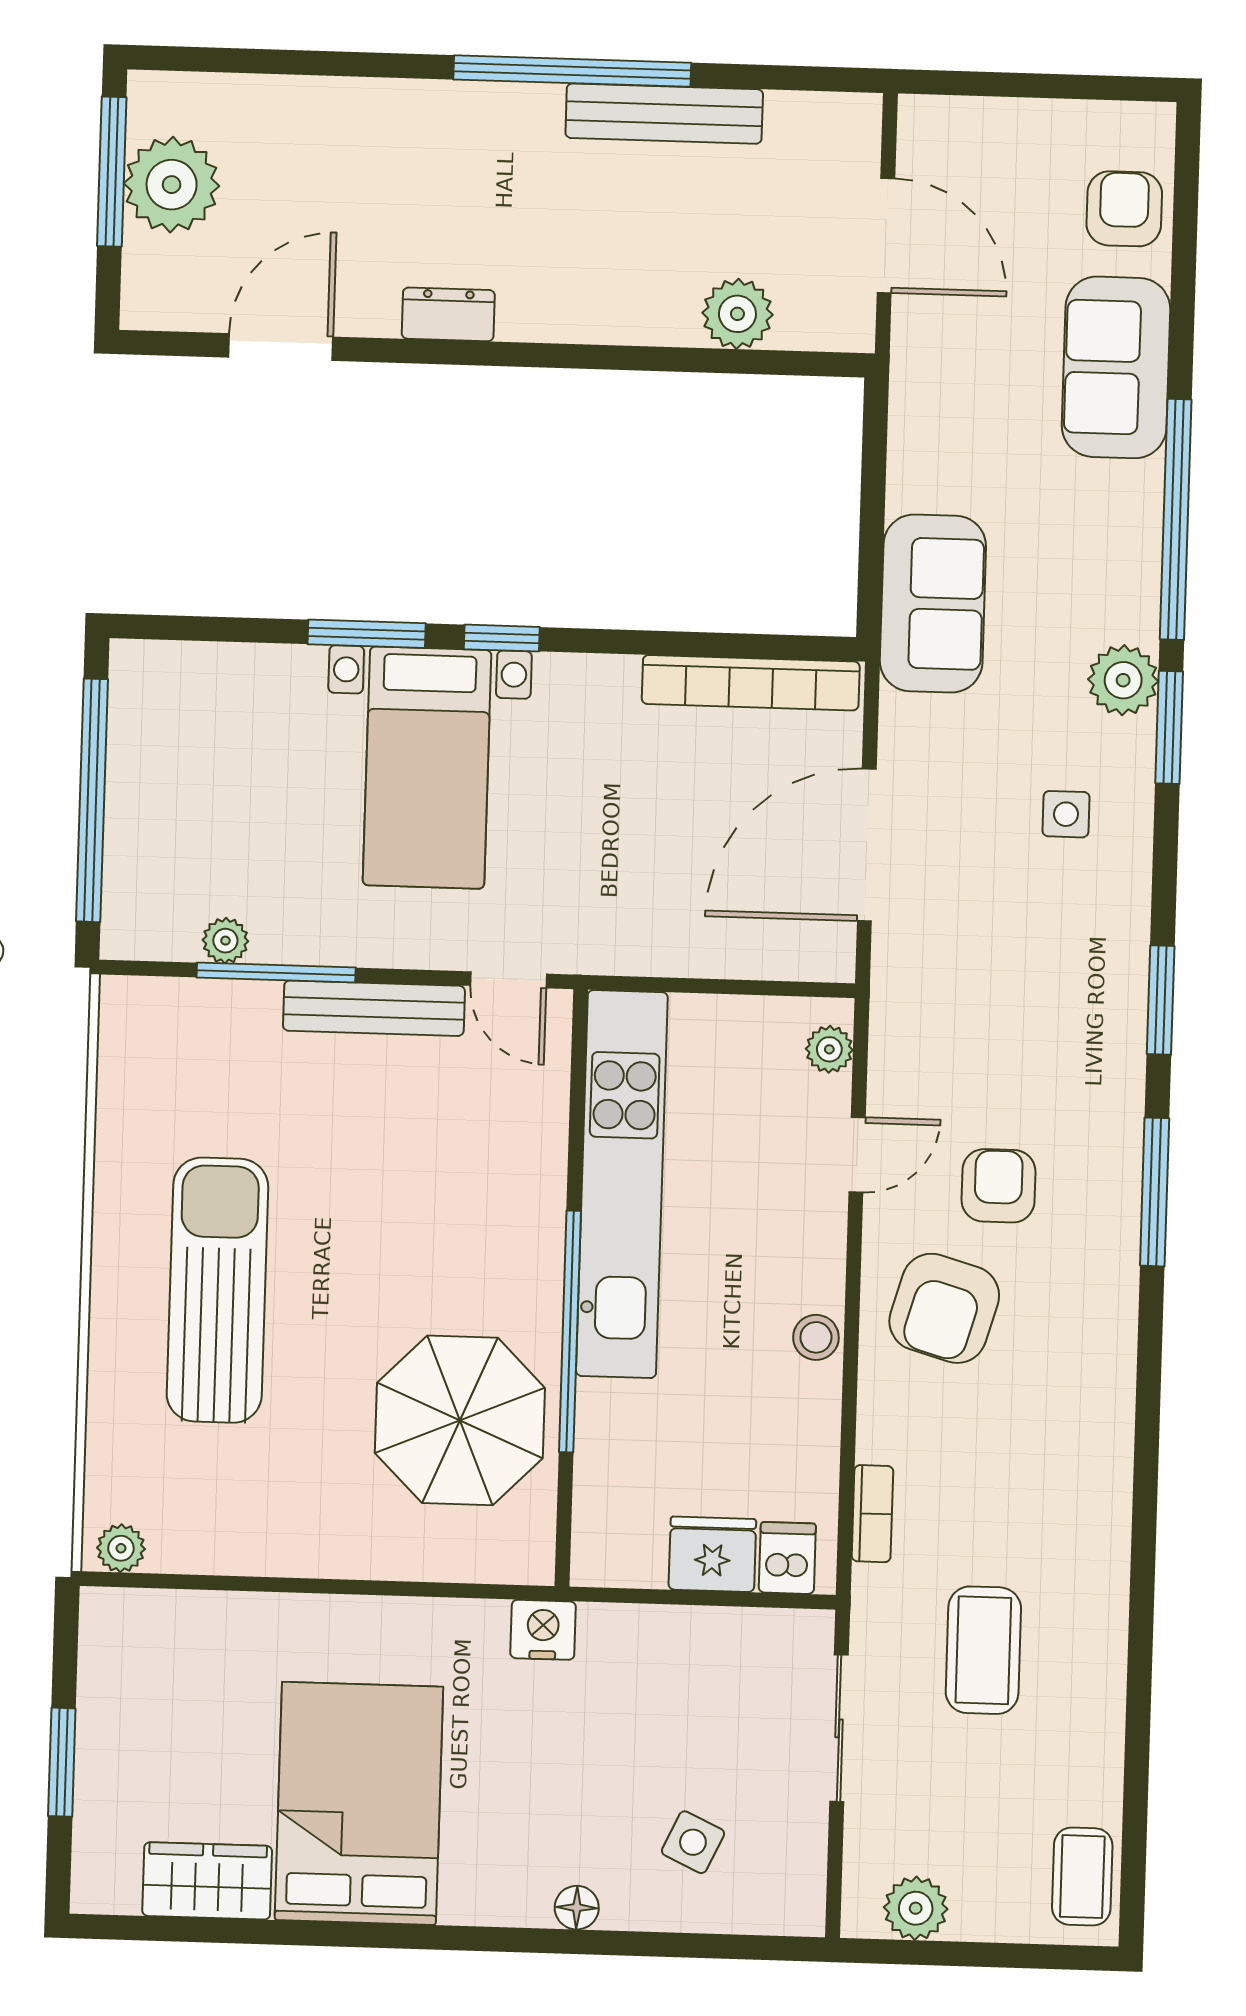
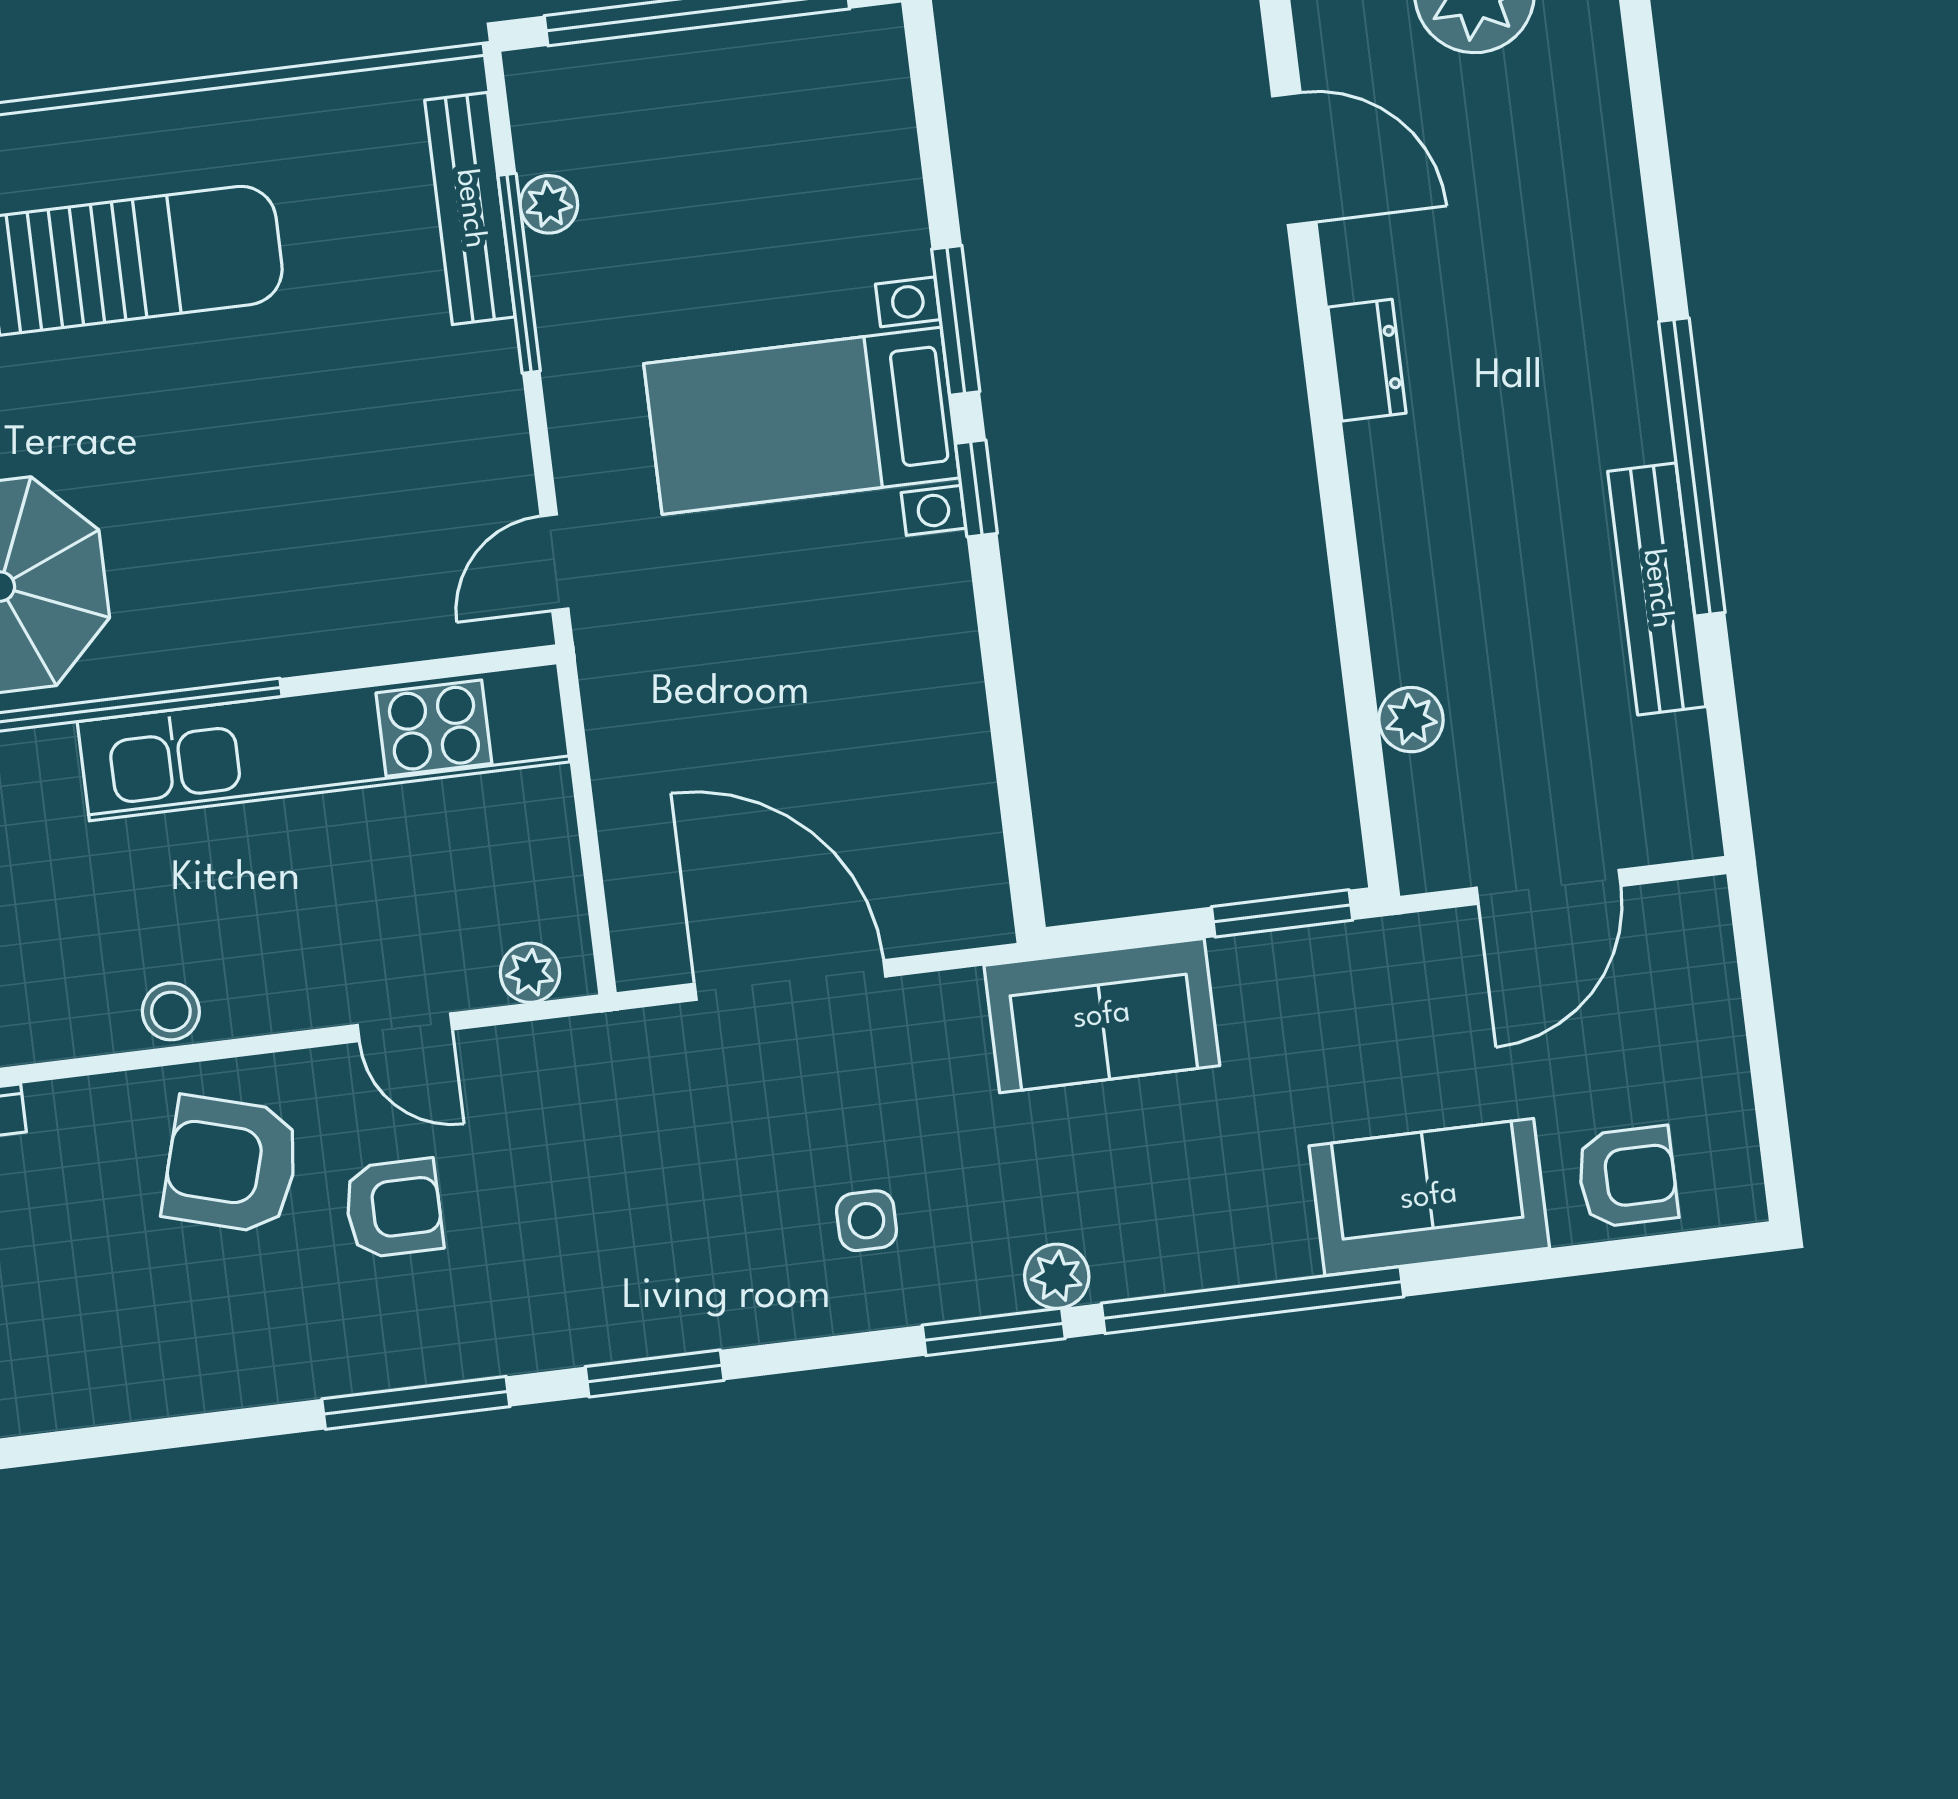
plant: (737, 314) -> (1411, 720), width x0.73, depth x0.73
window: (874, 449) -> (1282, 913), added
plant: (1123, 680) -> (1057, 1276), width x0.73, depth x0.73
bookcase: (751, 683) -> (969, 805), removed
bench: (374, 1008) -> (470, 209), moved

